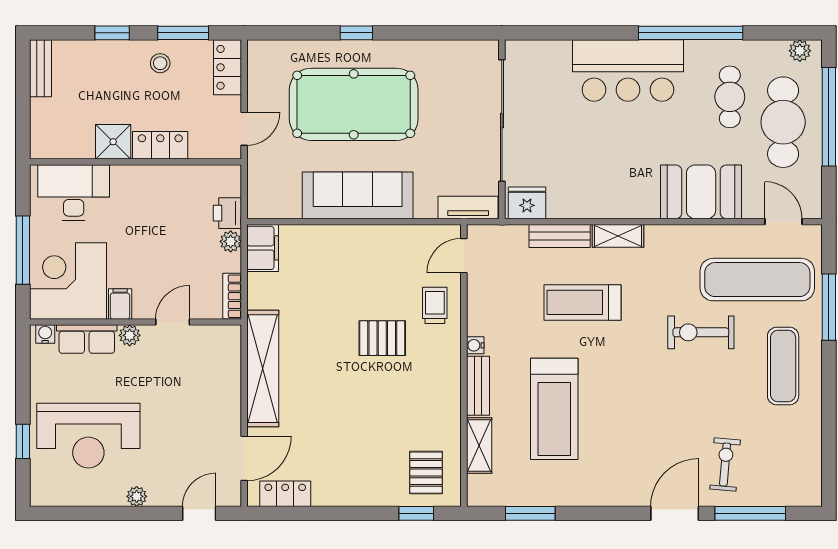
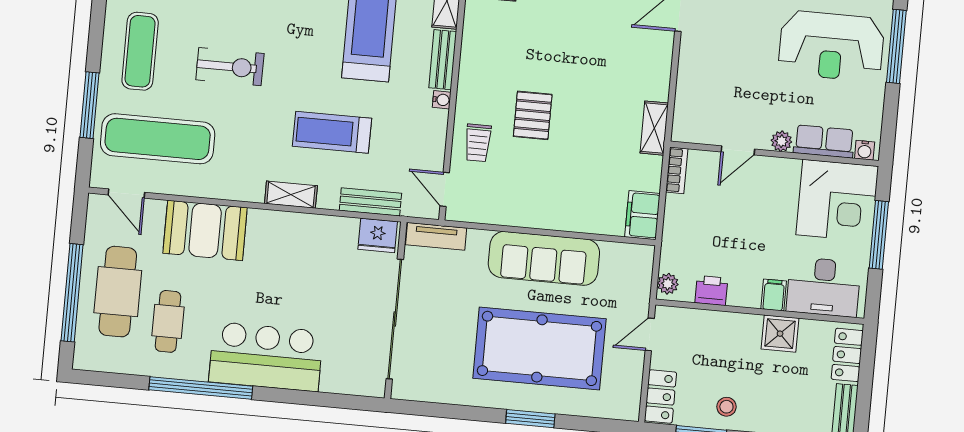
window: (356, 33) -> (530, 419), width x1.50
plant: (800, 51) -> (95, 361), removed
locker: (160, 145) -> (847, 355), moved, turned 90
printer: (227, 213) -> (711, 291), moved, turned -90
bench: (560, 236) -> (370, 202), moved
plant: (231, 241) -> (668, 284), moved
door: (464, 256) -> (445, 189), swing flipped
treadmill: (582, 302) -> (332, 132), turned 180
filing cabinet: (120, 304) -> (774, 295), moved, turned 180
exercise bike: (701, 332) -> (230, 67), moved
pallet: (382, 338) -> (533, 115), turned 90
shelving: (263, 369) -> (654, 128), width x0.45, depth x0.75
reception desk: (88, 436) -> (831, 46), turned 180
window: (23, 441) -> (896, 46), width x2.17

